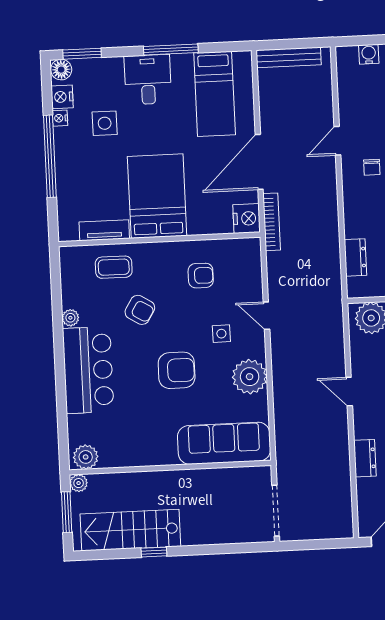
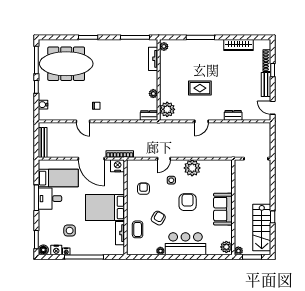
desk: (148, 80) -> (50, 199), moved
dresser: (355, 257) -> (149, 115), moved
sofa: (224, 443) -> (223, 209), moved, width x0.73

